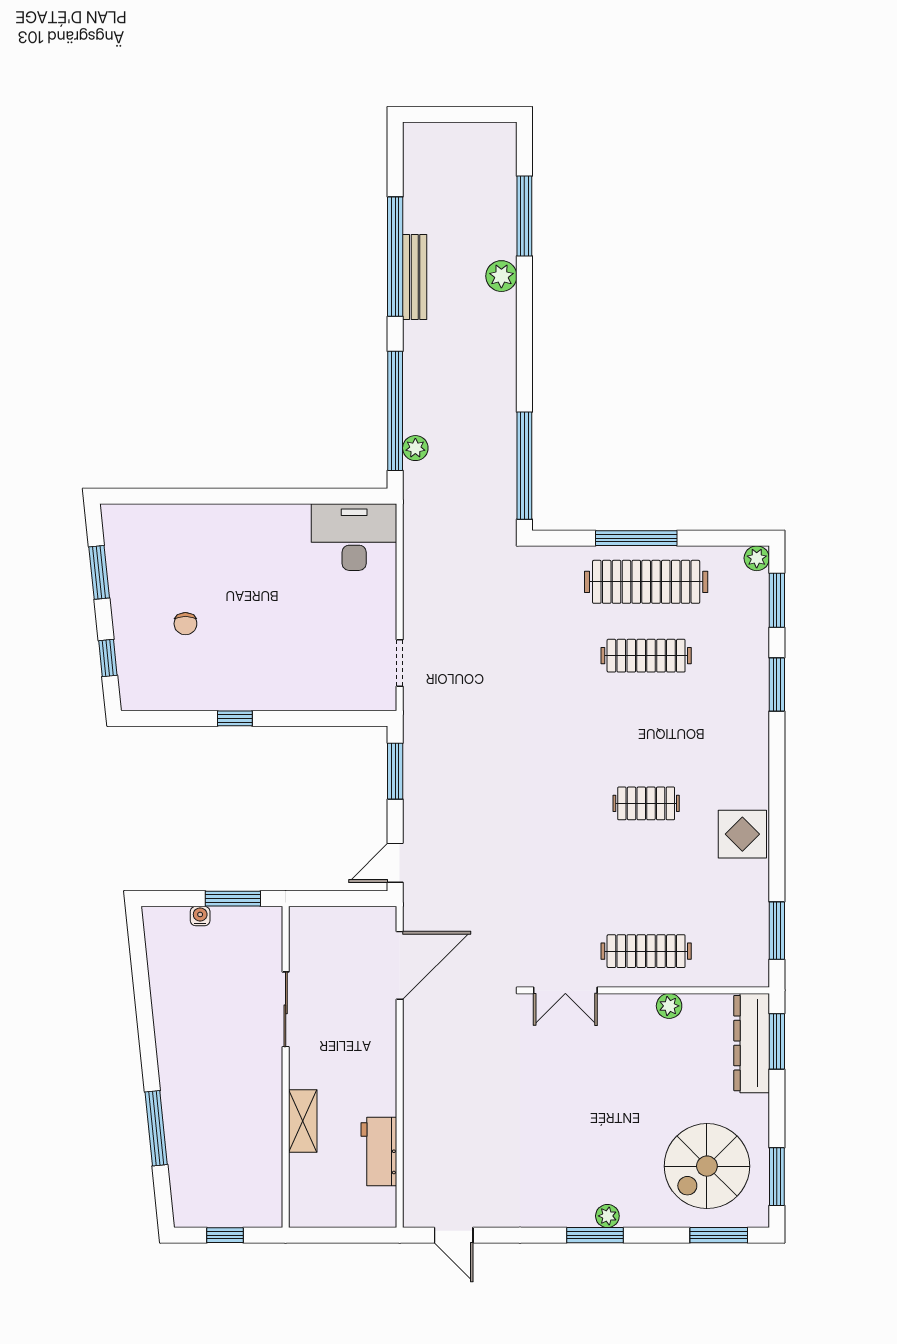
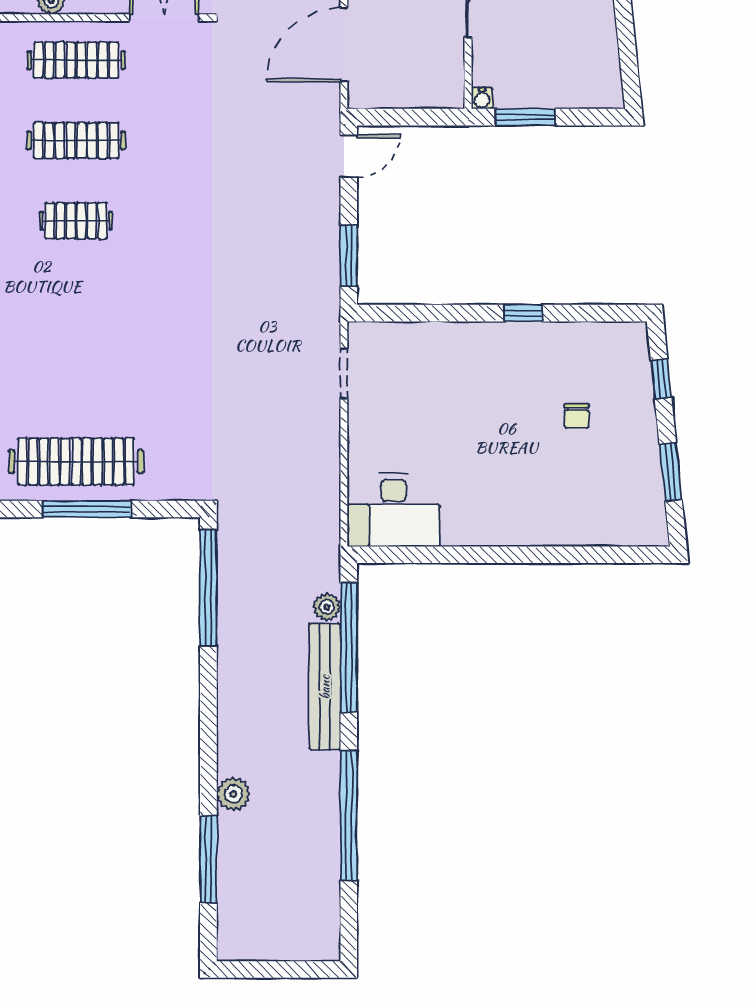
bench: (415, 277) -> (325, 687), moved, width x1.37, depth x1.21
chair: (185, 624) -> (577, 416), turned 180
clothes rail: (646, 656) -> (76, 140), moved
water cooler: (200, 916) -> (482, 98), moved

